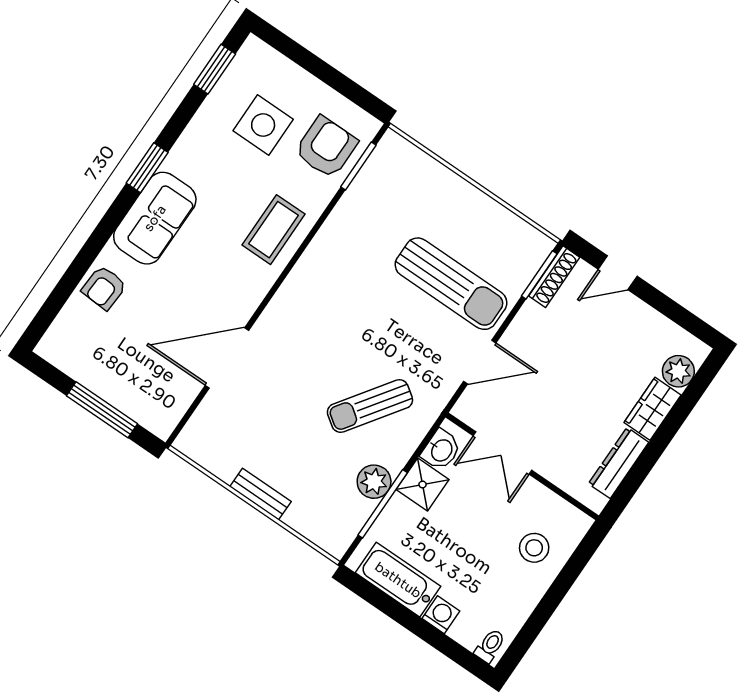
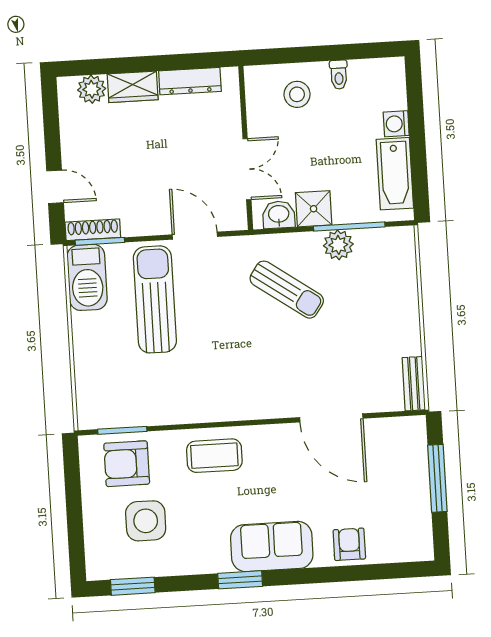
barbecue: (516, 239) -> (87, 277), added
armchair: (104, 288) -> (349, 544), turned -93
bench: (260, 494) -> (414, 384), moved
toilet: (490, 646) -> (339, 75), moved, turned -90

